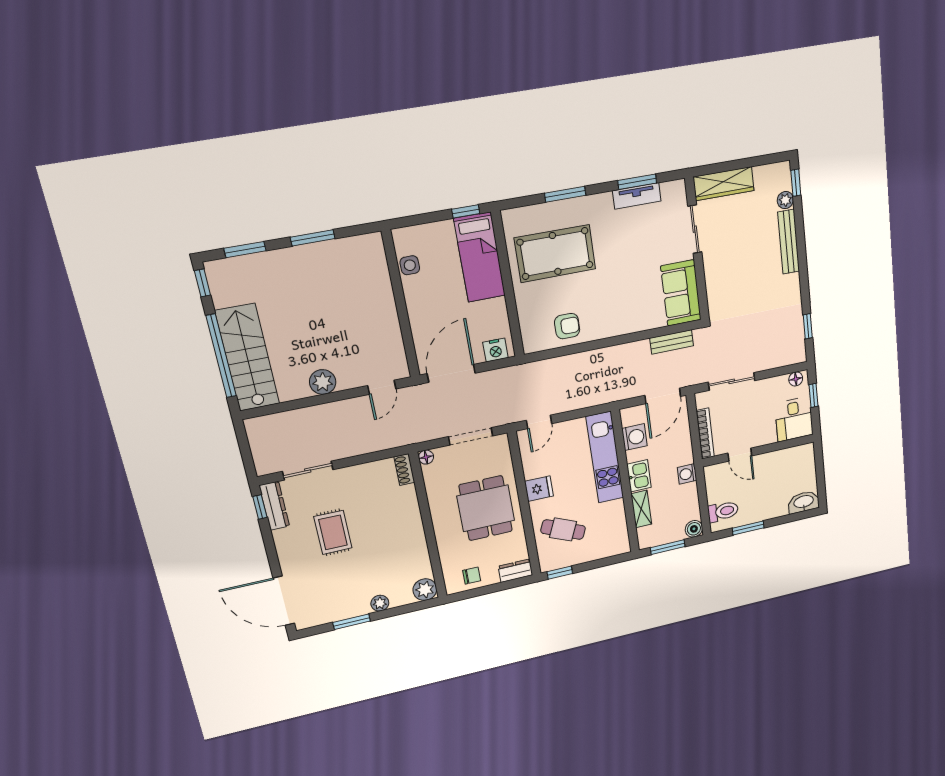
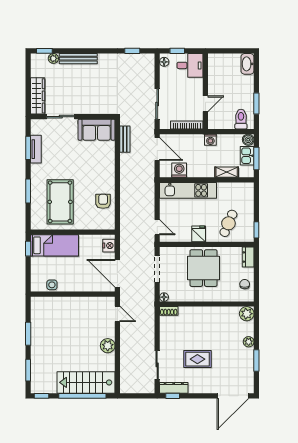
kitchen sink: (639, 476) -> (247, 156), moved, turned -90
dining table: (486, 508) -> (204, 268), turned 90

